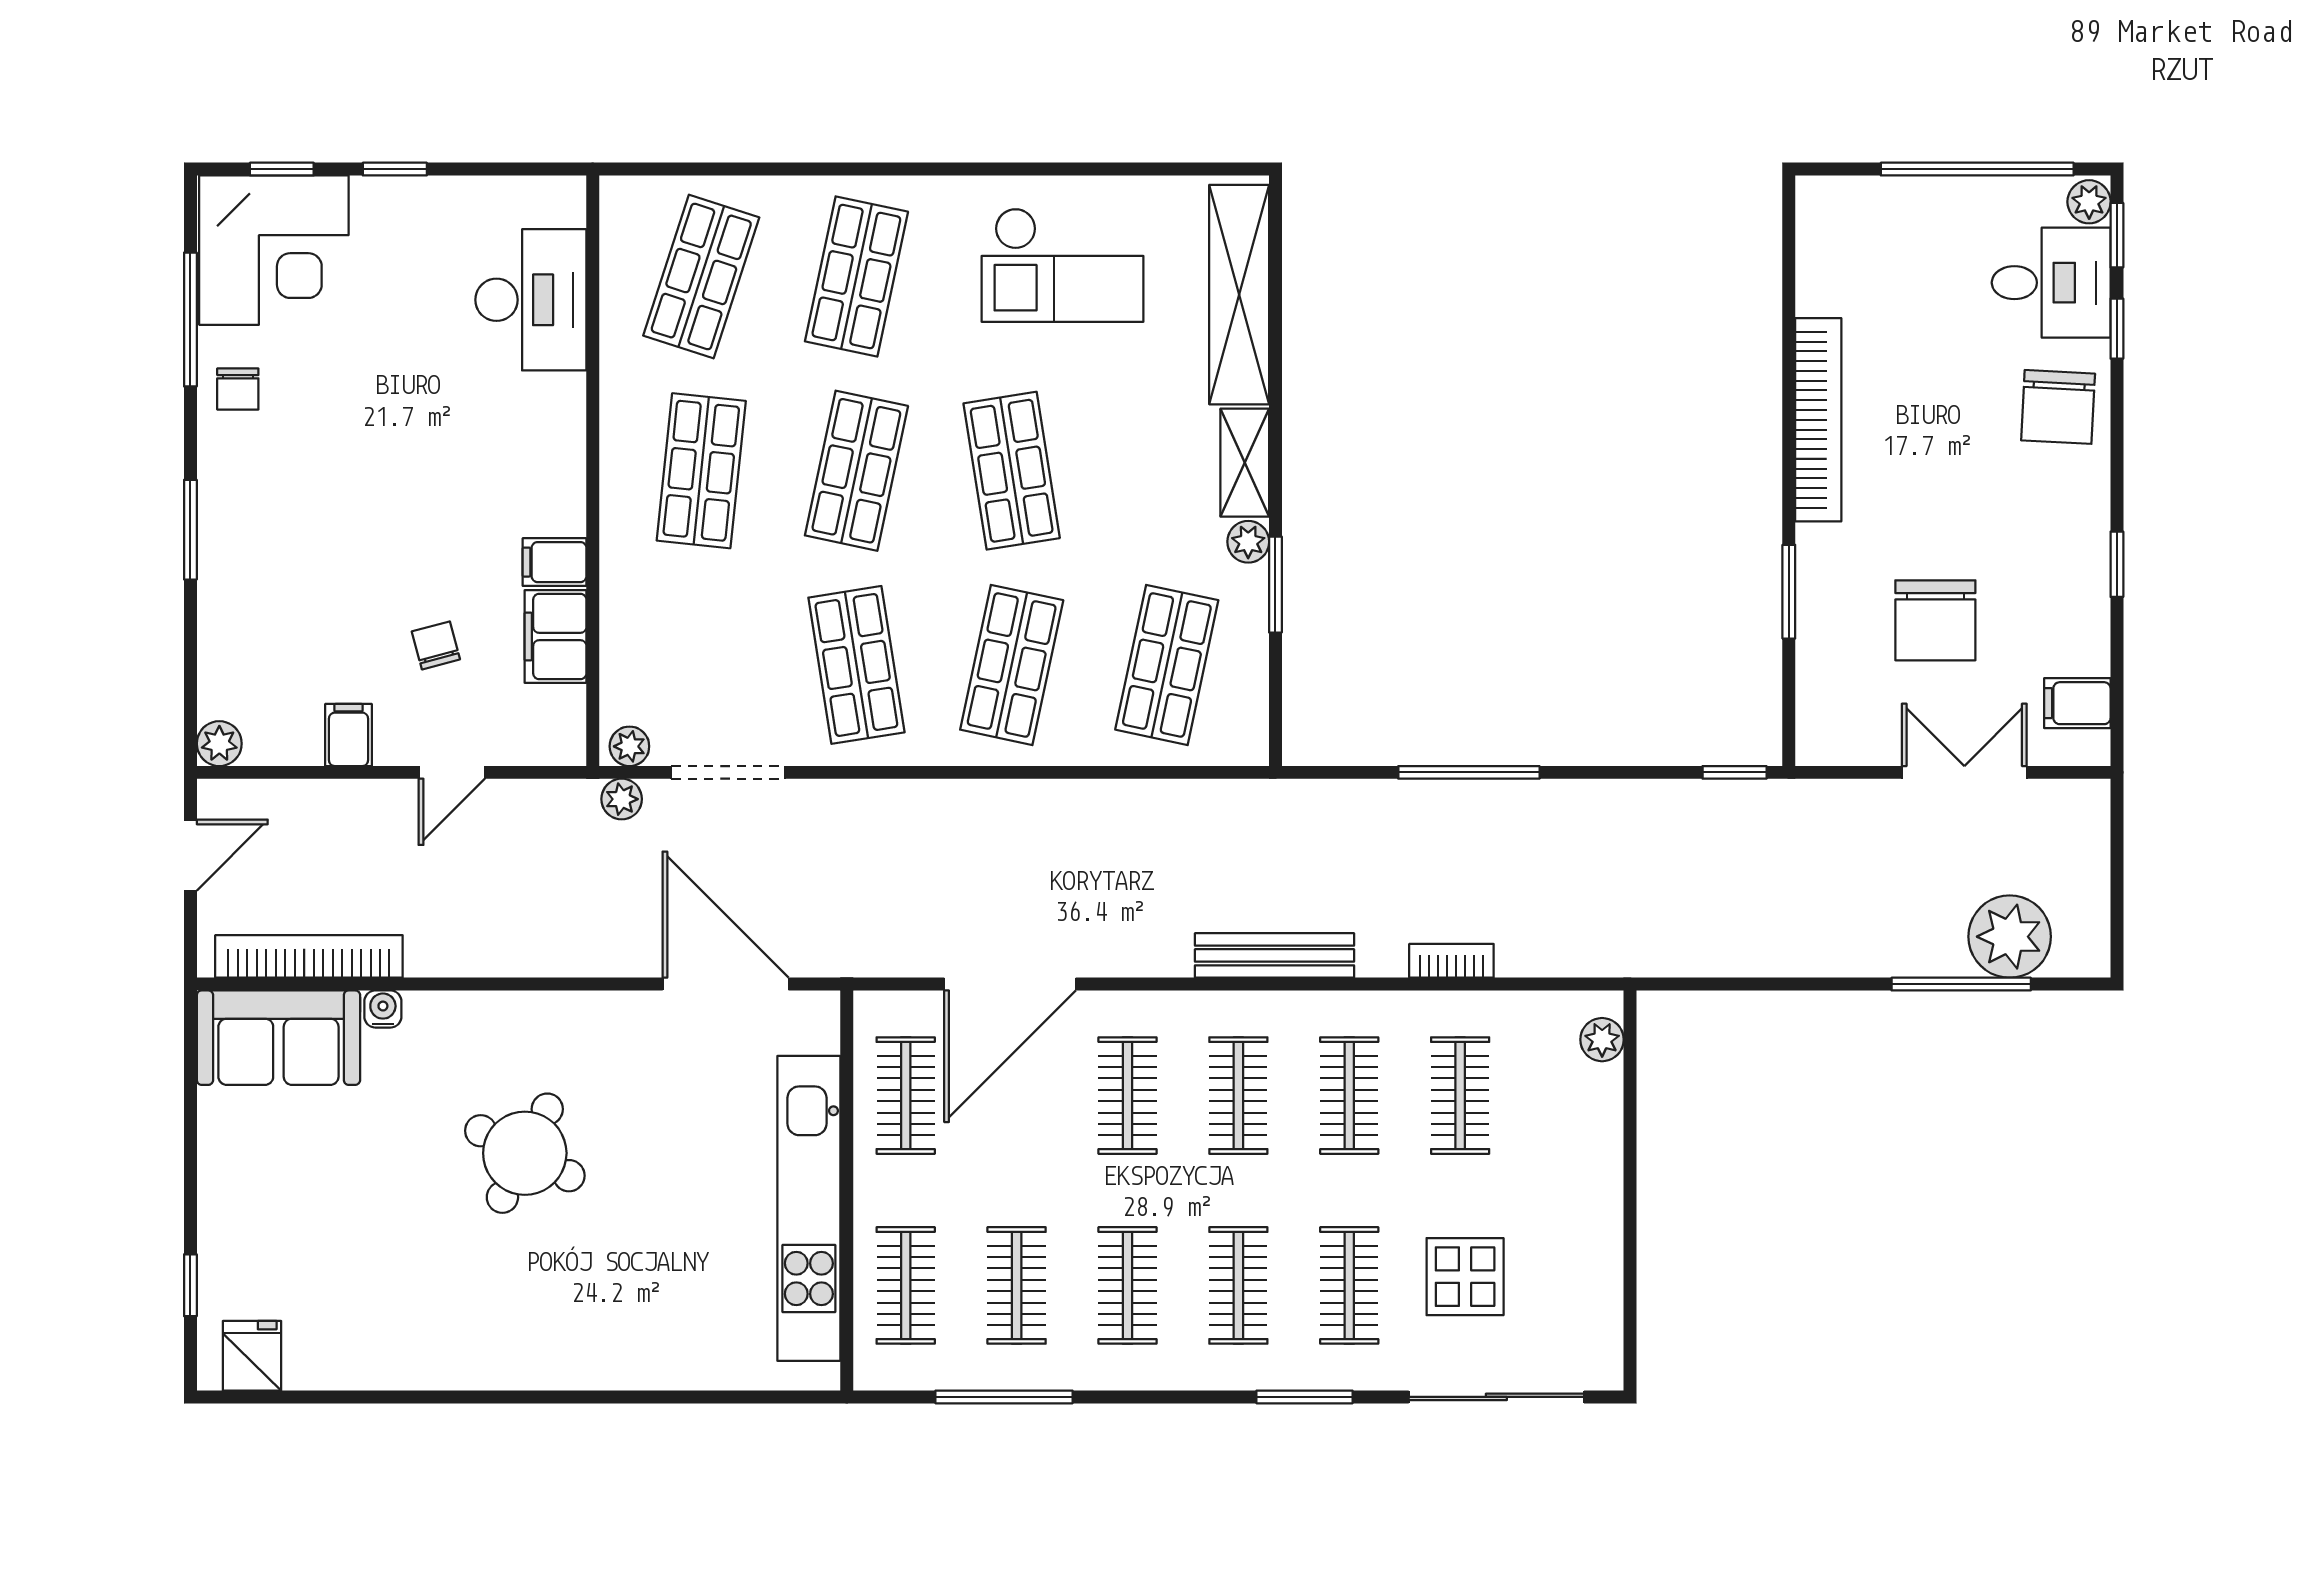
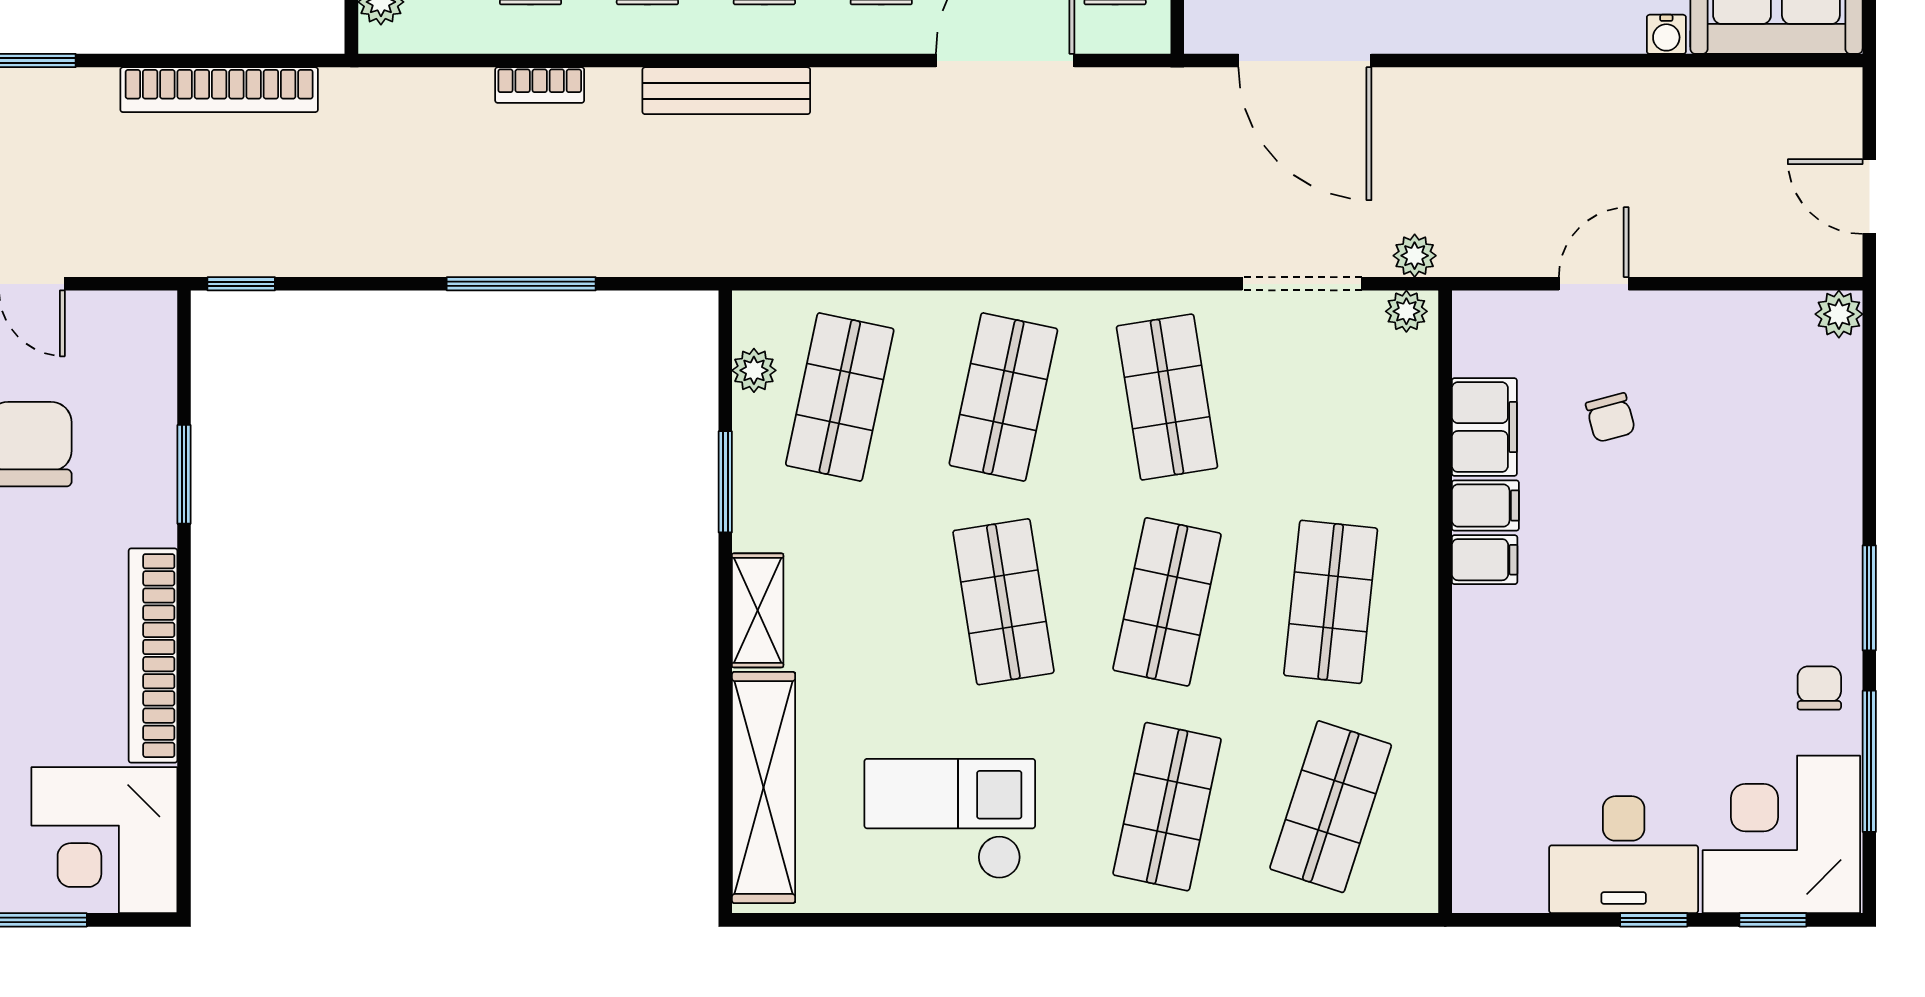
corner desk: (1864, 245) -> (104, 840), added
desk: (531, 300) -> (1624, 855), moved, turned -90
window: (190, 530) -> (1869, 598), moved
plant: (1248, 542) -> (754, 370), moved
filing cabinet: (349, 735) -> (1485, 560), moved, turned -90
door: (190, 855) -> (1869, 197), hinge flipped
bookcase: (309, 956) -> (219, 90), moved

